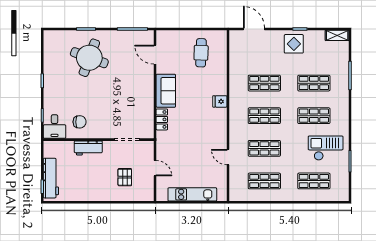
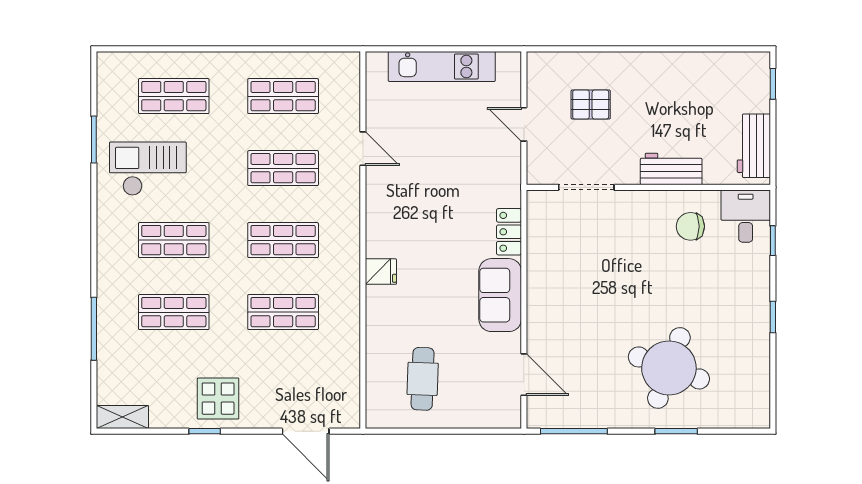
checkout: (326, 148) -> (148, 169), turned 180
pallet: (125, 177) -> (591, 105), turned 90
workbench: (51, 178) -> (754, 146), moved, width x0.73

